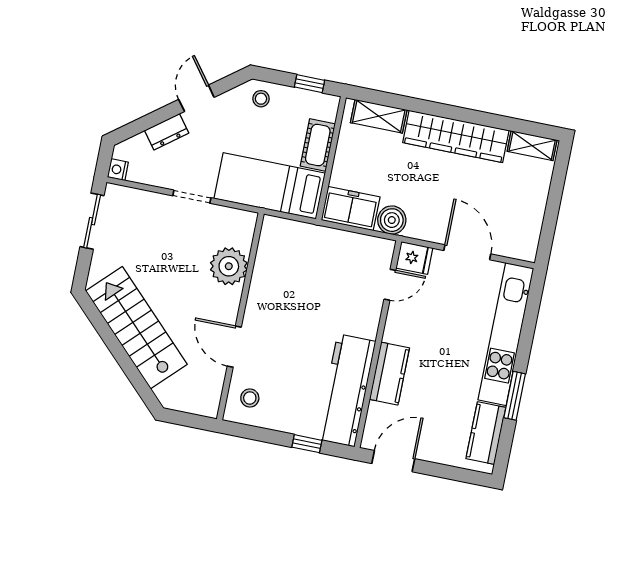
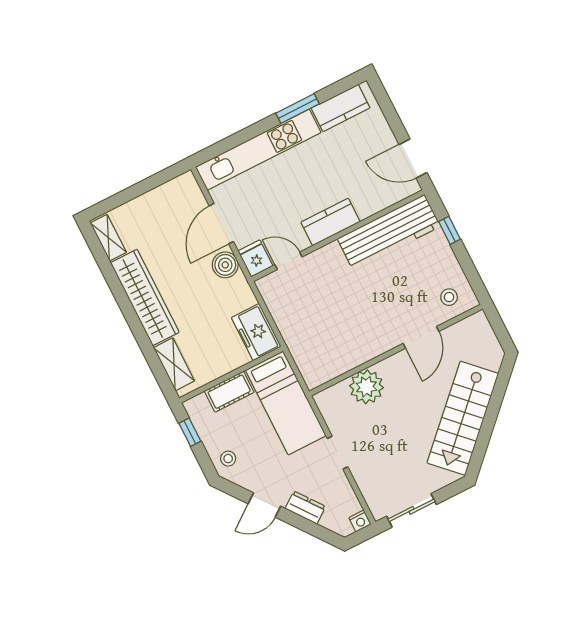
boiler: (392, 220) -> (225, 265), moved
kitchen counter: (389, 374) -> (330, 222), moved

